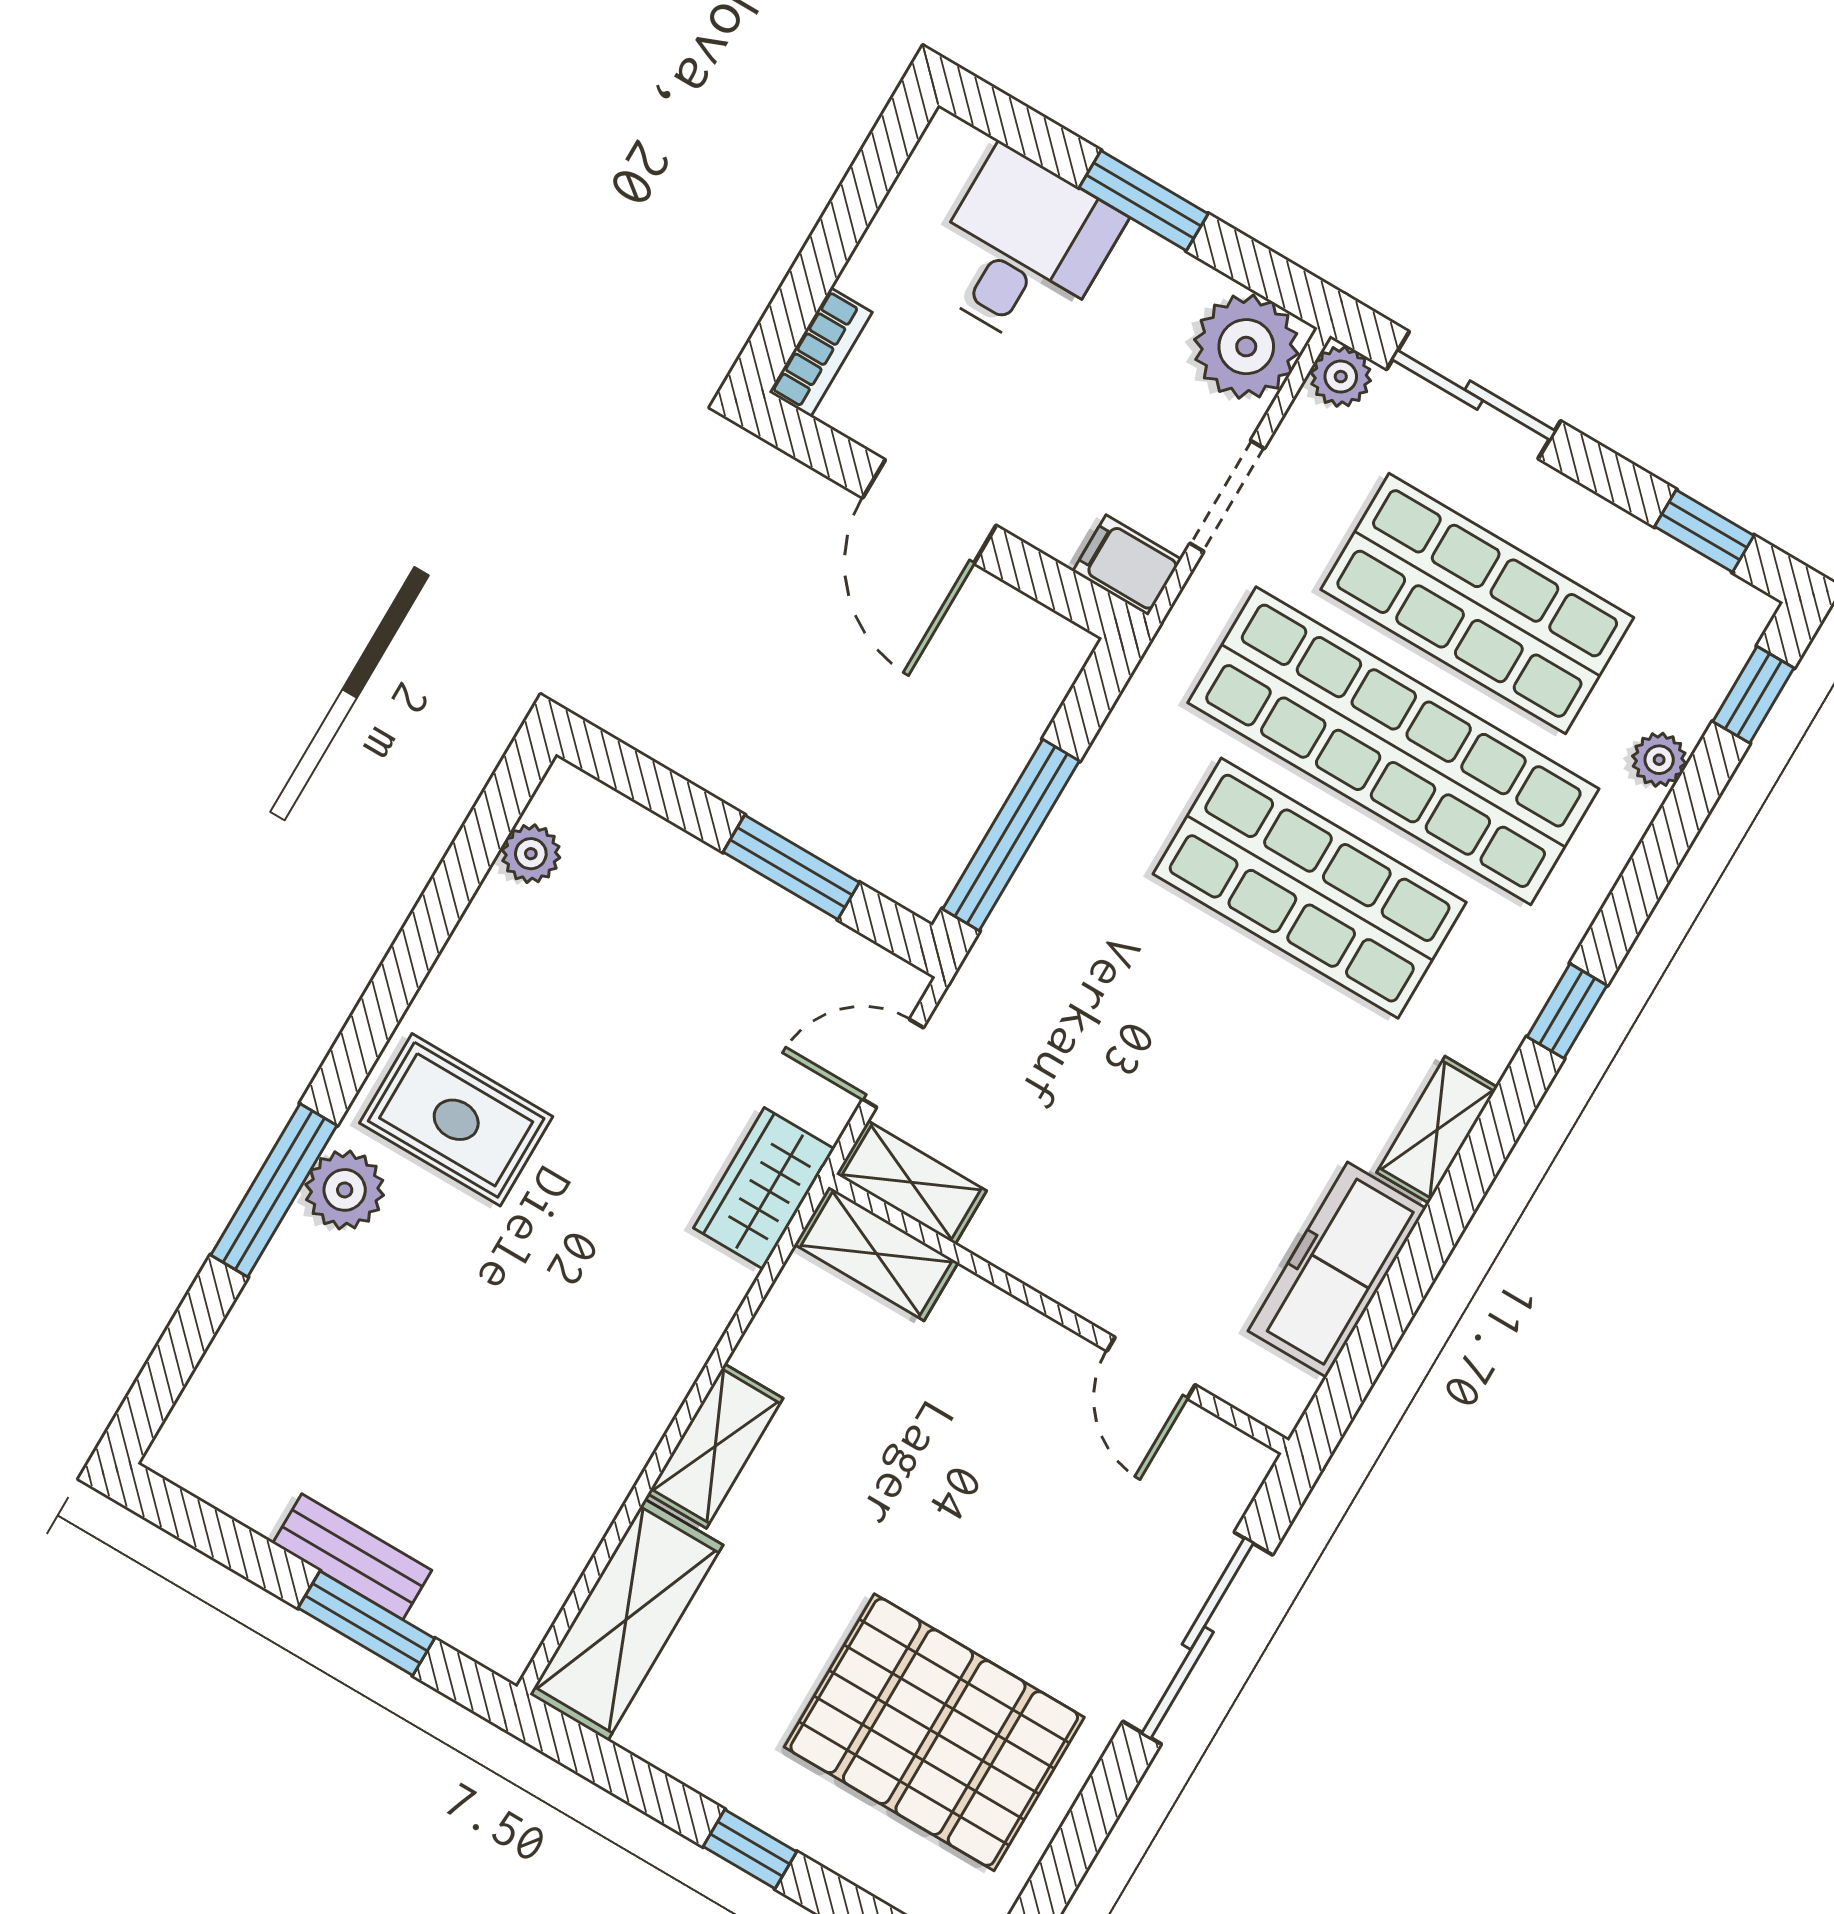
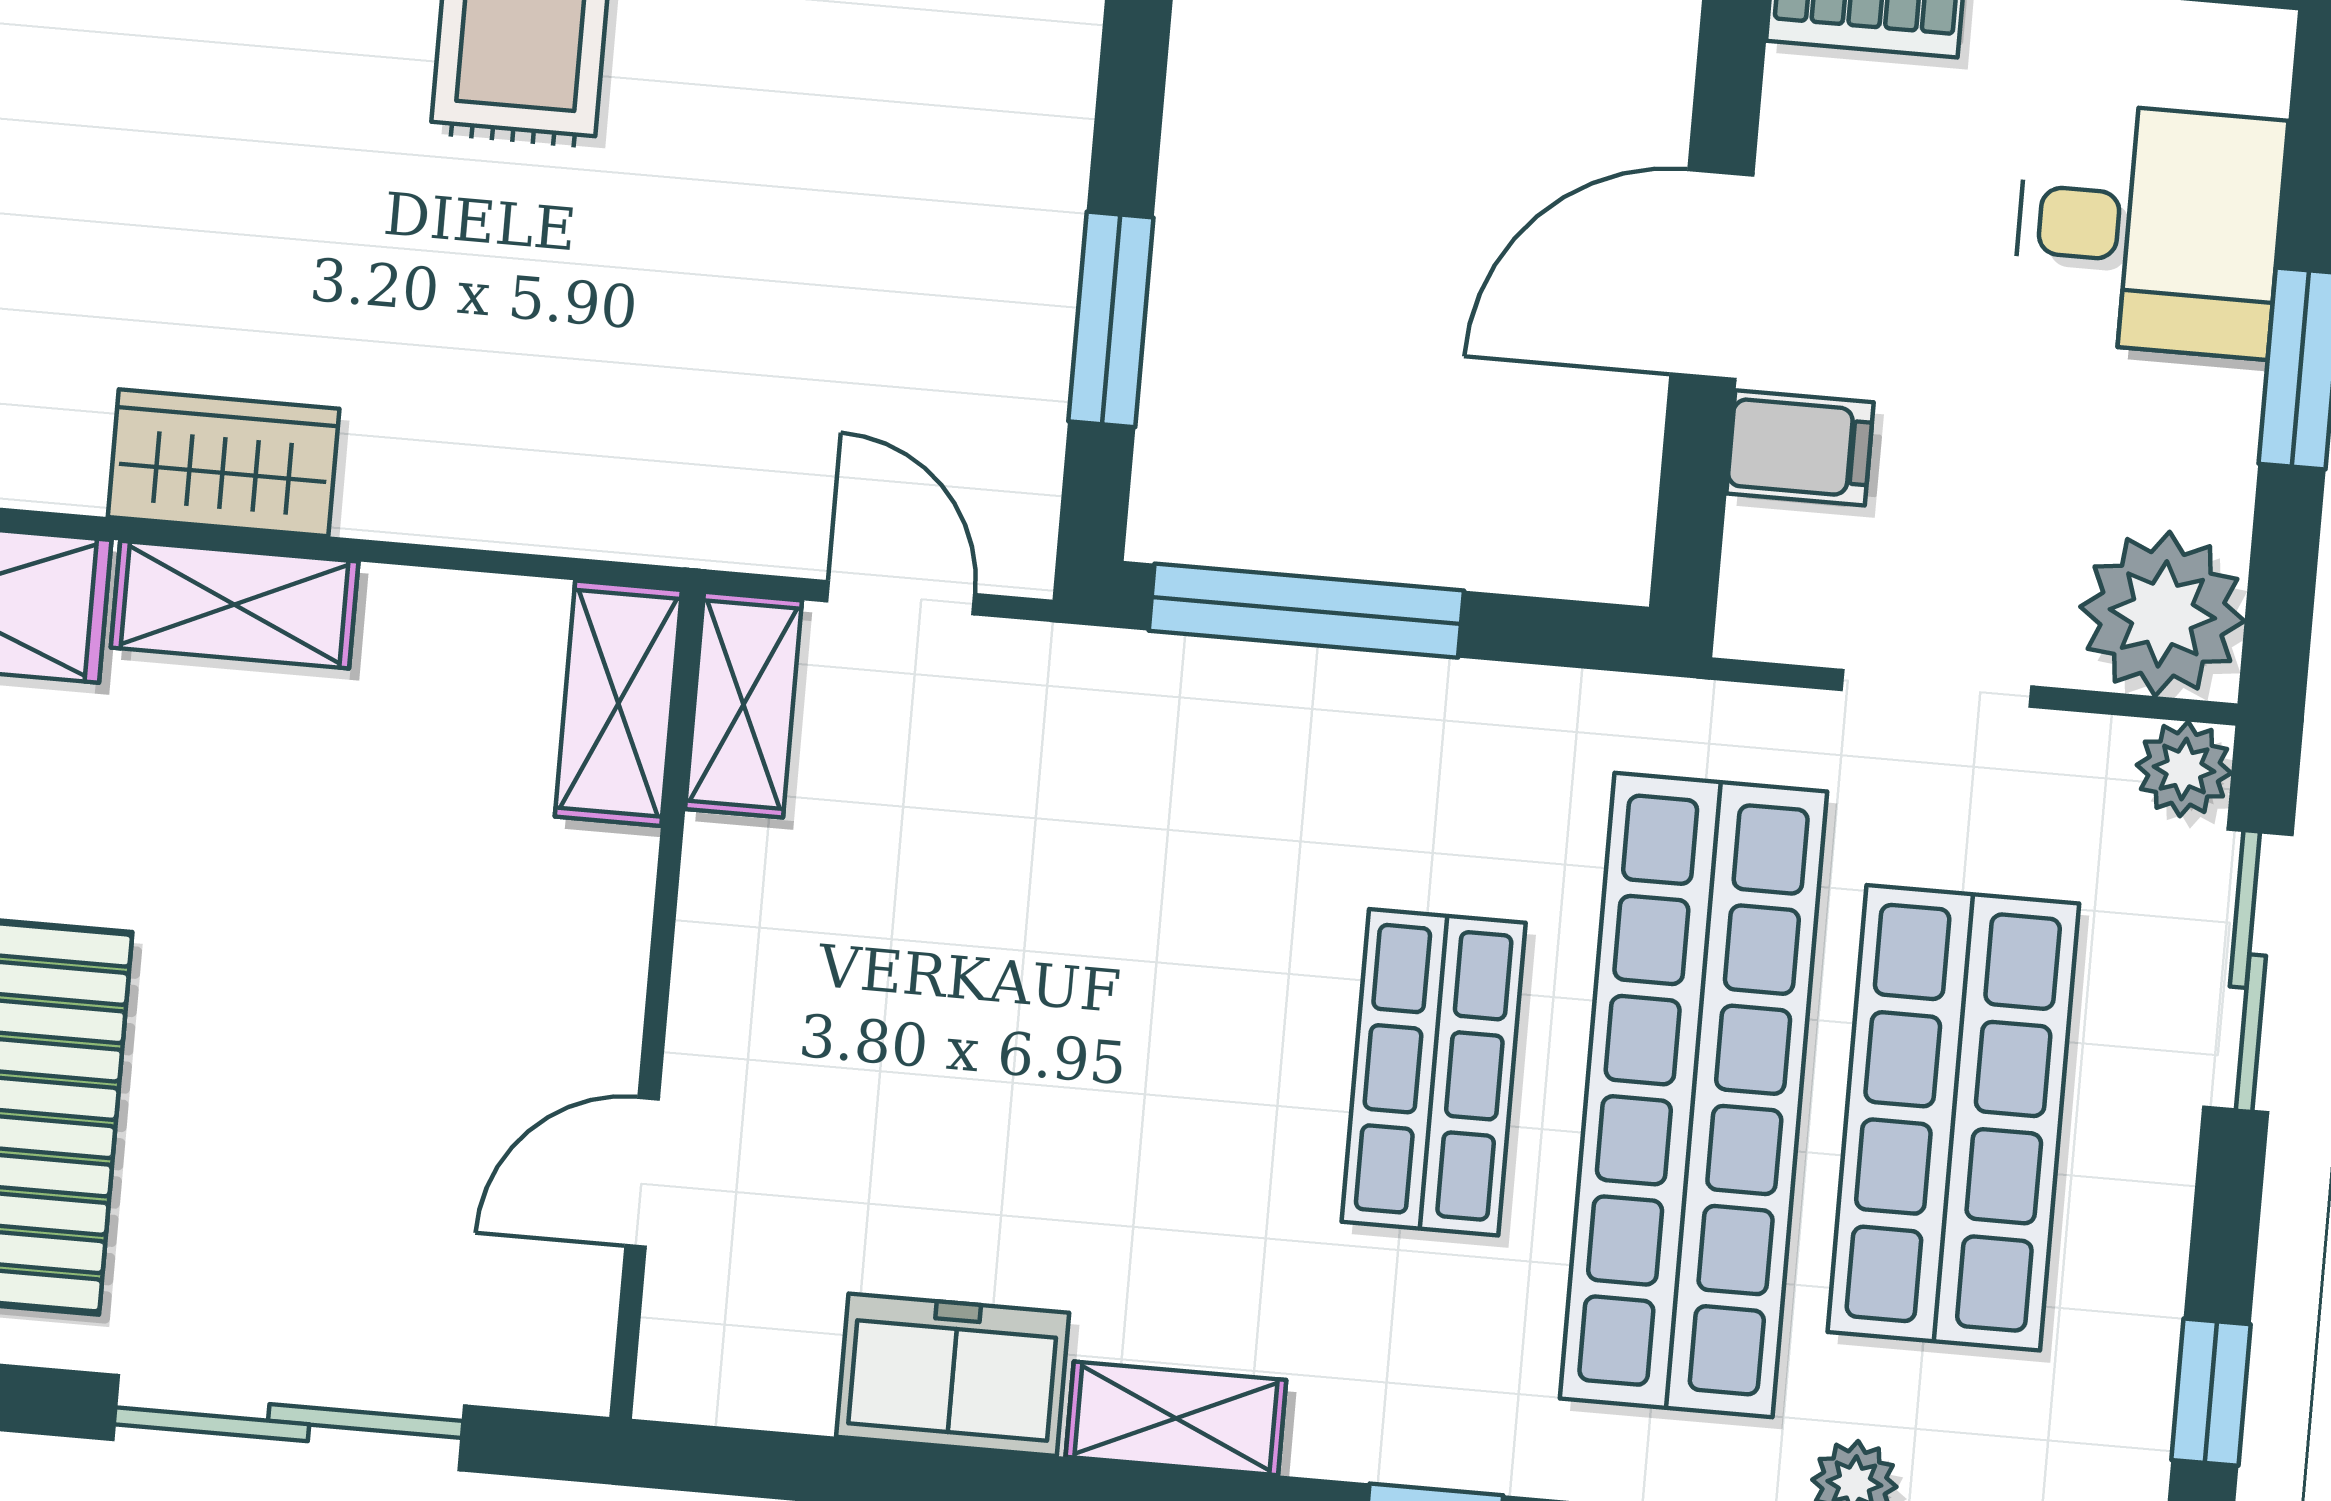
filing cabinet: (1127, 565) -> (1800, 448), moved, turned 90
shop shelf: (1310, 888) -> (1434, 1072), width x0.70, depth x0.74
wardrobe: (764, 1188) -> (224, 463), moved
freezer: (1337, 1270) -> (953, 1375), width x0.71

